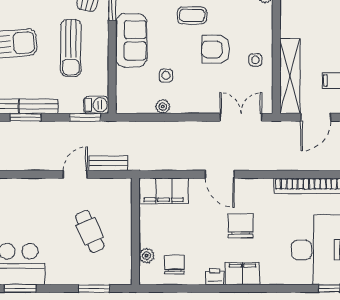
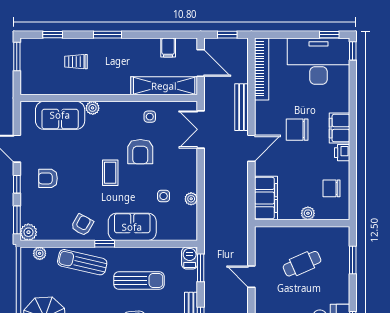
bench: (108, 163) -> (242, 107), moved, width x1.36
plant: (146, 256) -> (308, 213), moved

